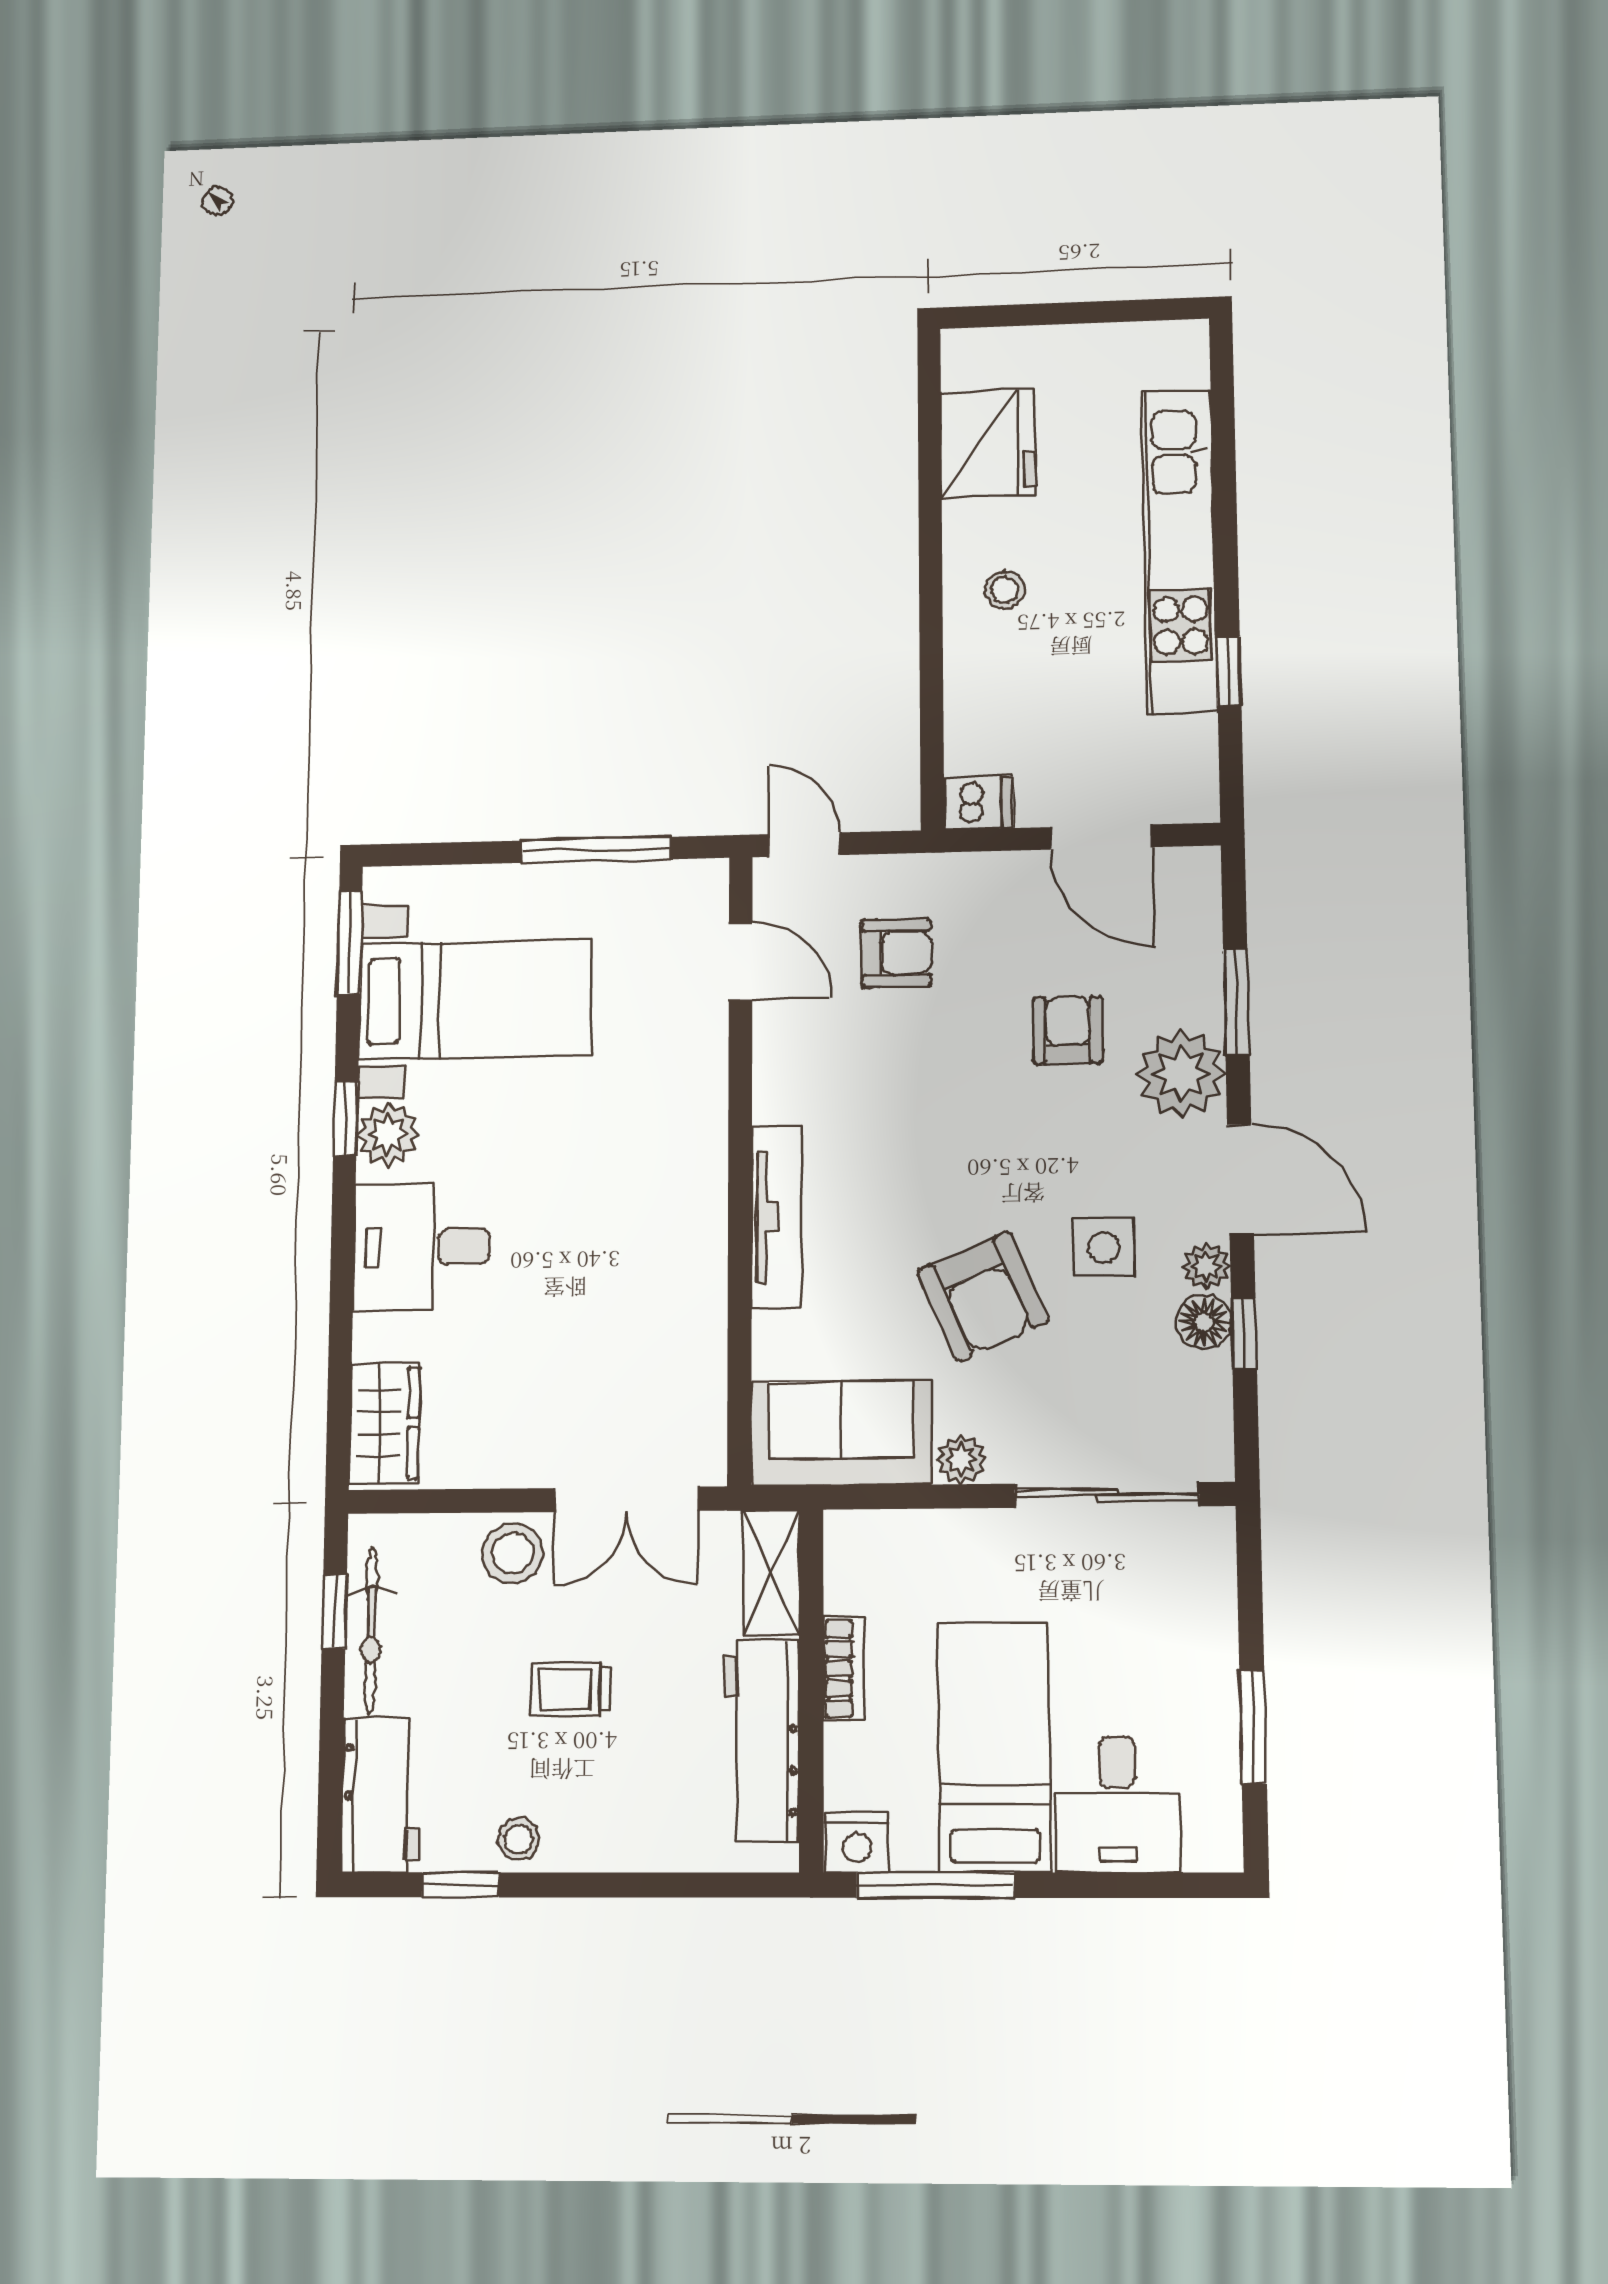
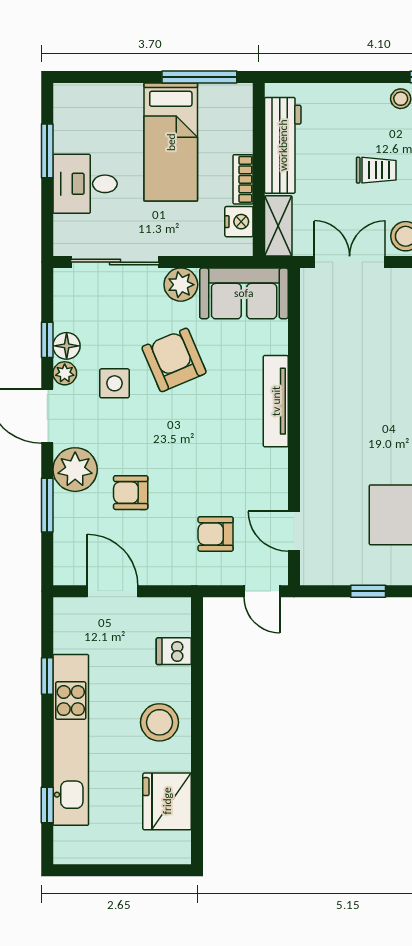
window: (1223, 428) -> (47, 805), added
stool: (1005, 590) -> (159, 722), width x1.89, depth x1.89
dishwasher: (978, 803) -> (174, 651), moved
window: (596, 850) -> (368, 591), width x0.46
armchair: (1068, 1030) -> (131, 493), turned 90
plant: (961, 1459) -> (181, 285), width x1.38, depth x1.38
desk: (1118, 1804) -> (85, 184), moved, turned -90
nightstand: (857, 1843) -> (239, 222), moved, turned 90

